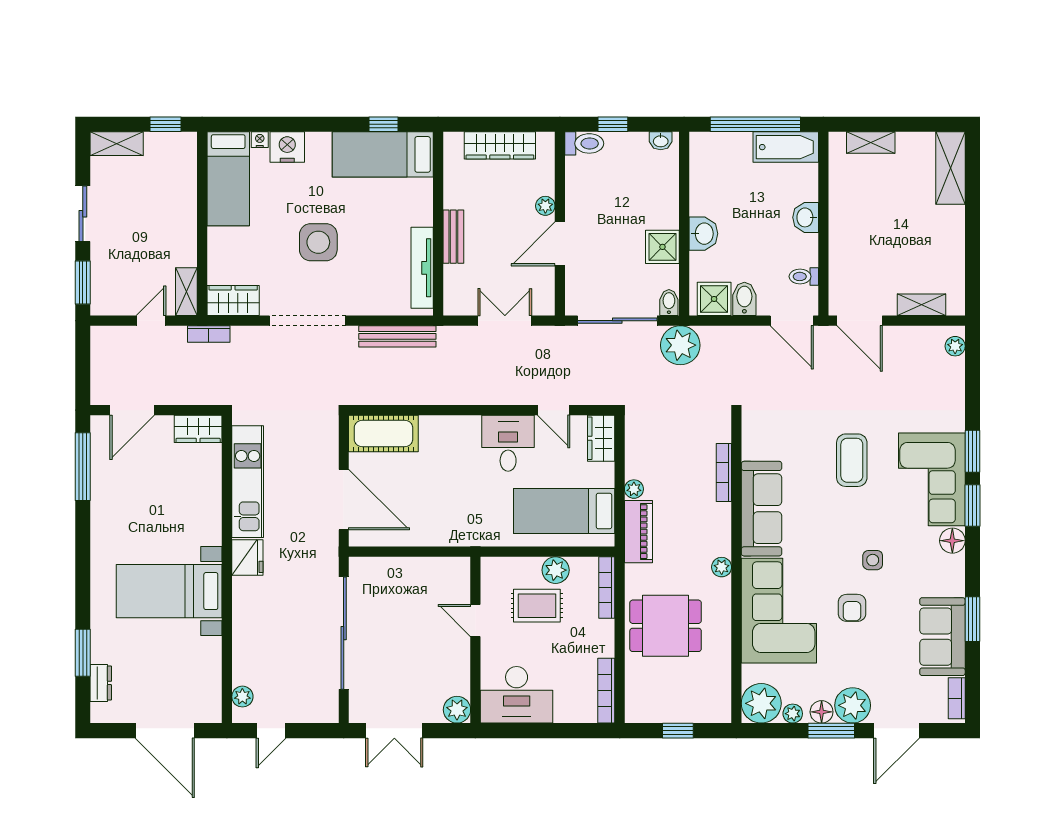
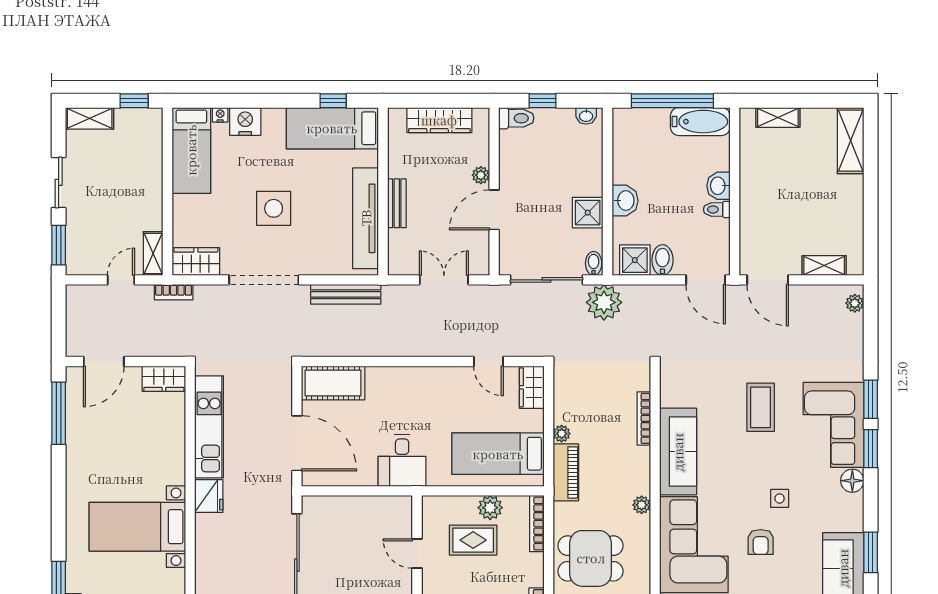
tv unit: (422, 268) -> (366, 218), width x1.36, depth x1.29
toilet: (804, 276) -> (717, 209), moved
desk: (508, 443) -> (402, 461), moved, turned 180

